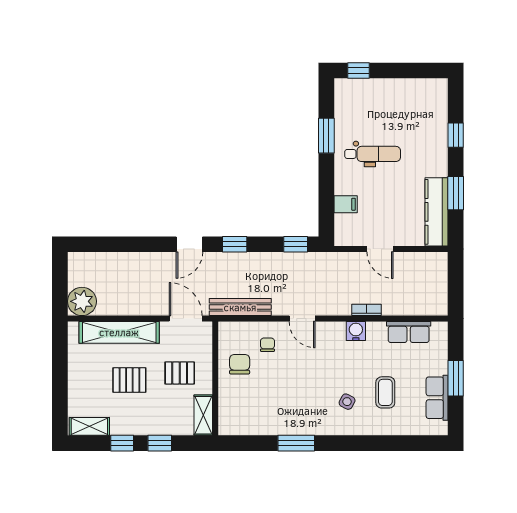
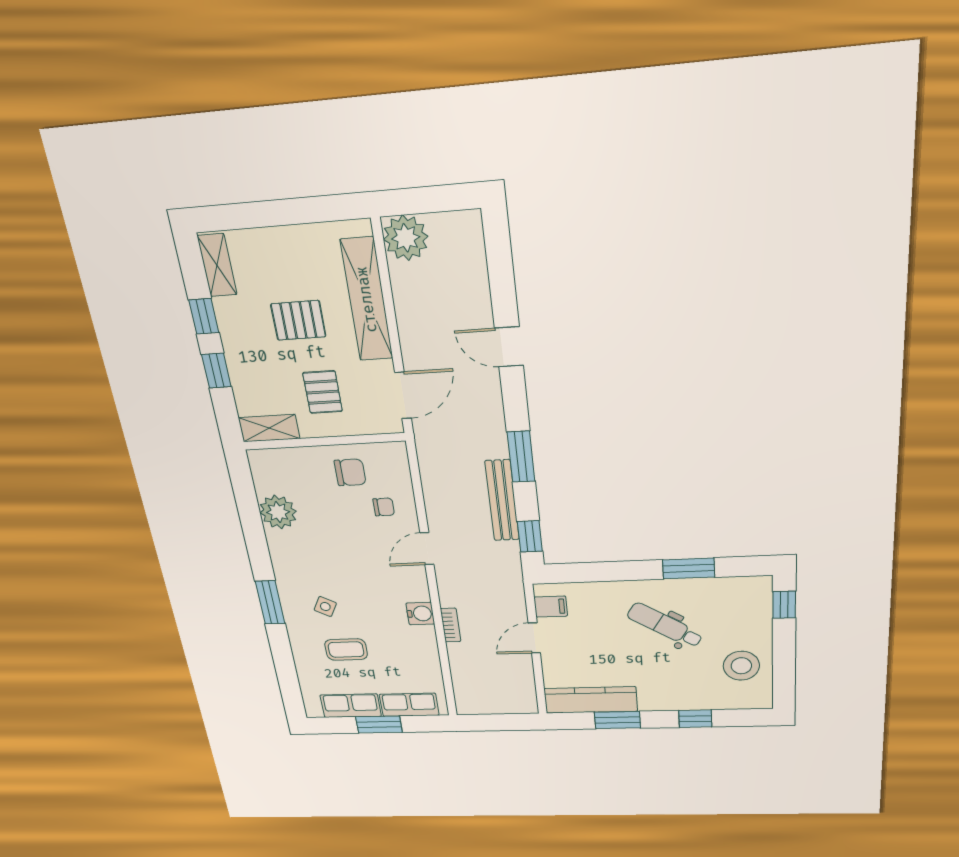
stool: (409, 101) -> (741, 666), added
dental chair: (373, 154) -> (665, 625), turned 122
filing cabinet: (346, 204) -> (551, 607), moved, turned -90
door: (189, 244) -> (509, 347), moved
window: (235, 244) -> (521, 457), width x1.50
bench: (240, 307) -> (502, 500), moved
row of seats: (409, 332) -> (409, 705), moved, turned 90
pallet: (129, 380) -> (298, 320), turned 90
plant: (268, 422) -> (278, 512), added
window: (296, 443) -> (270, 602), moved

